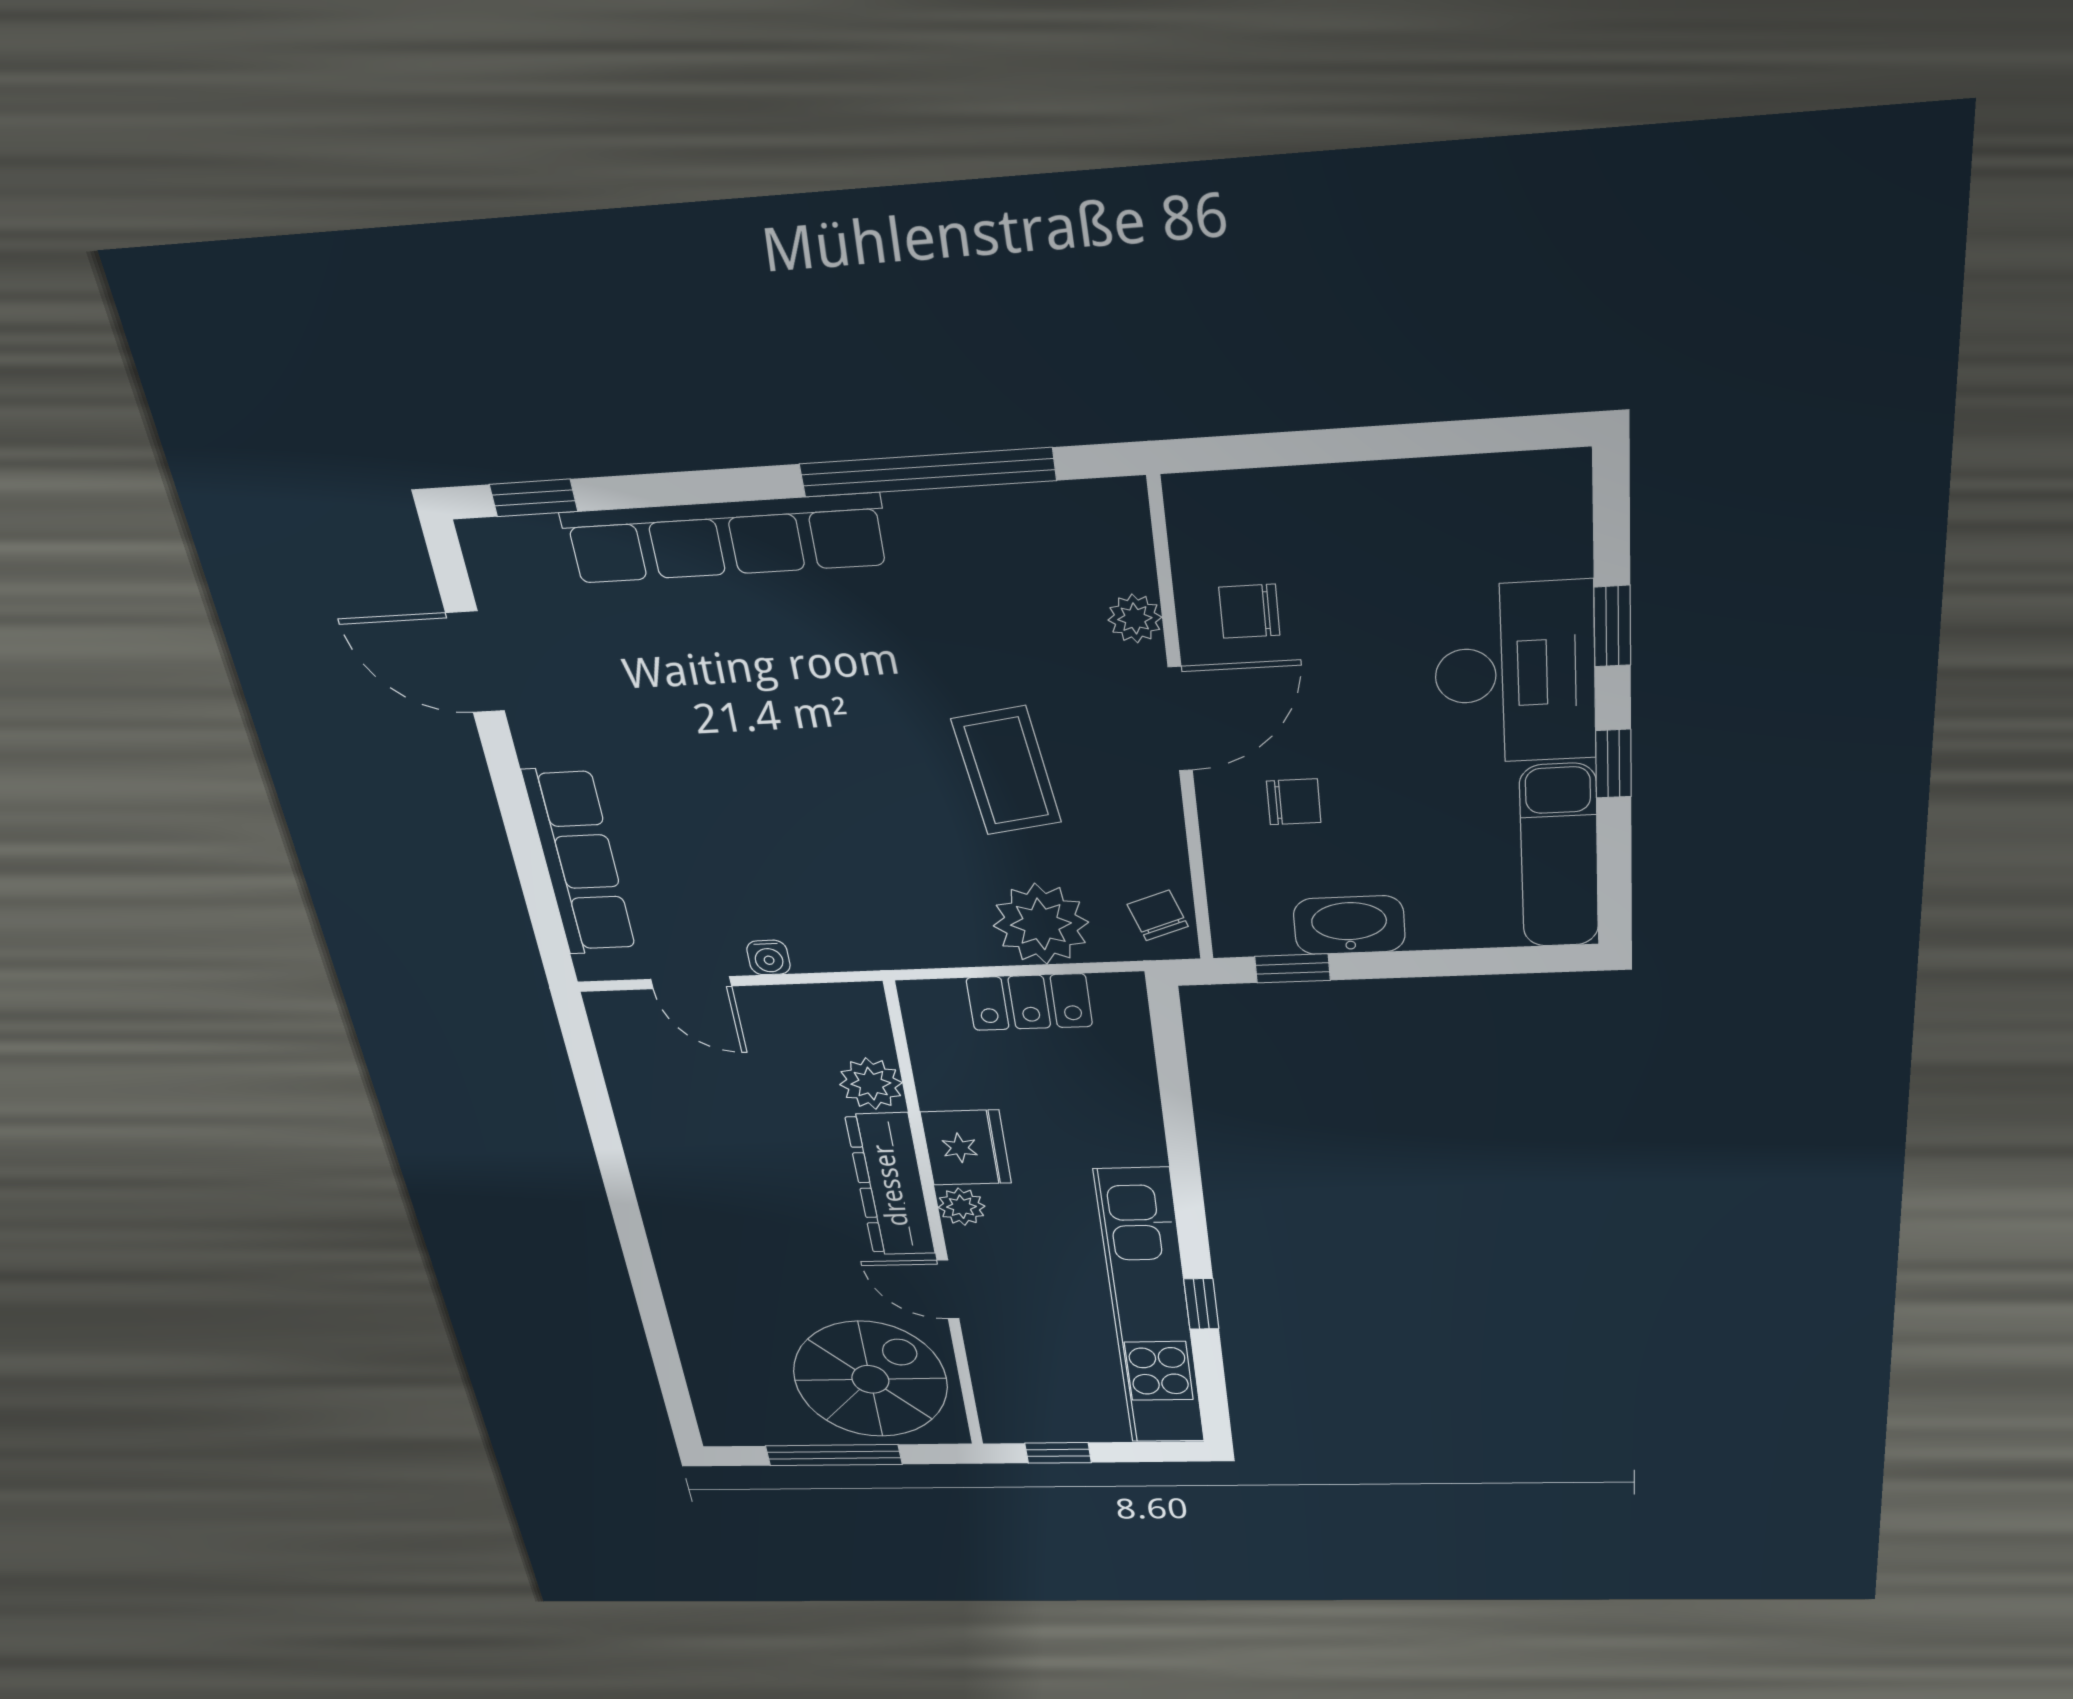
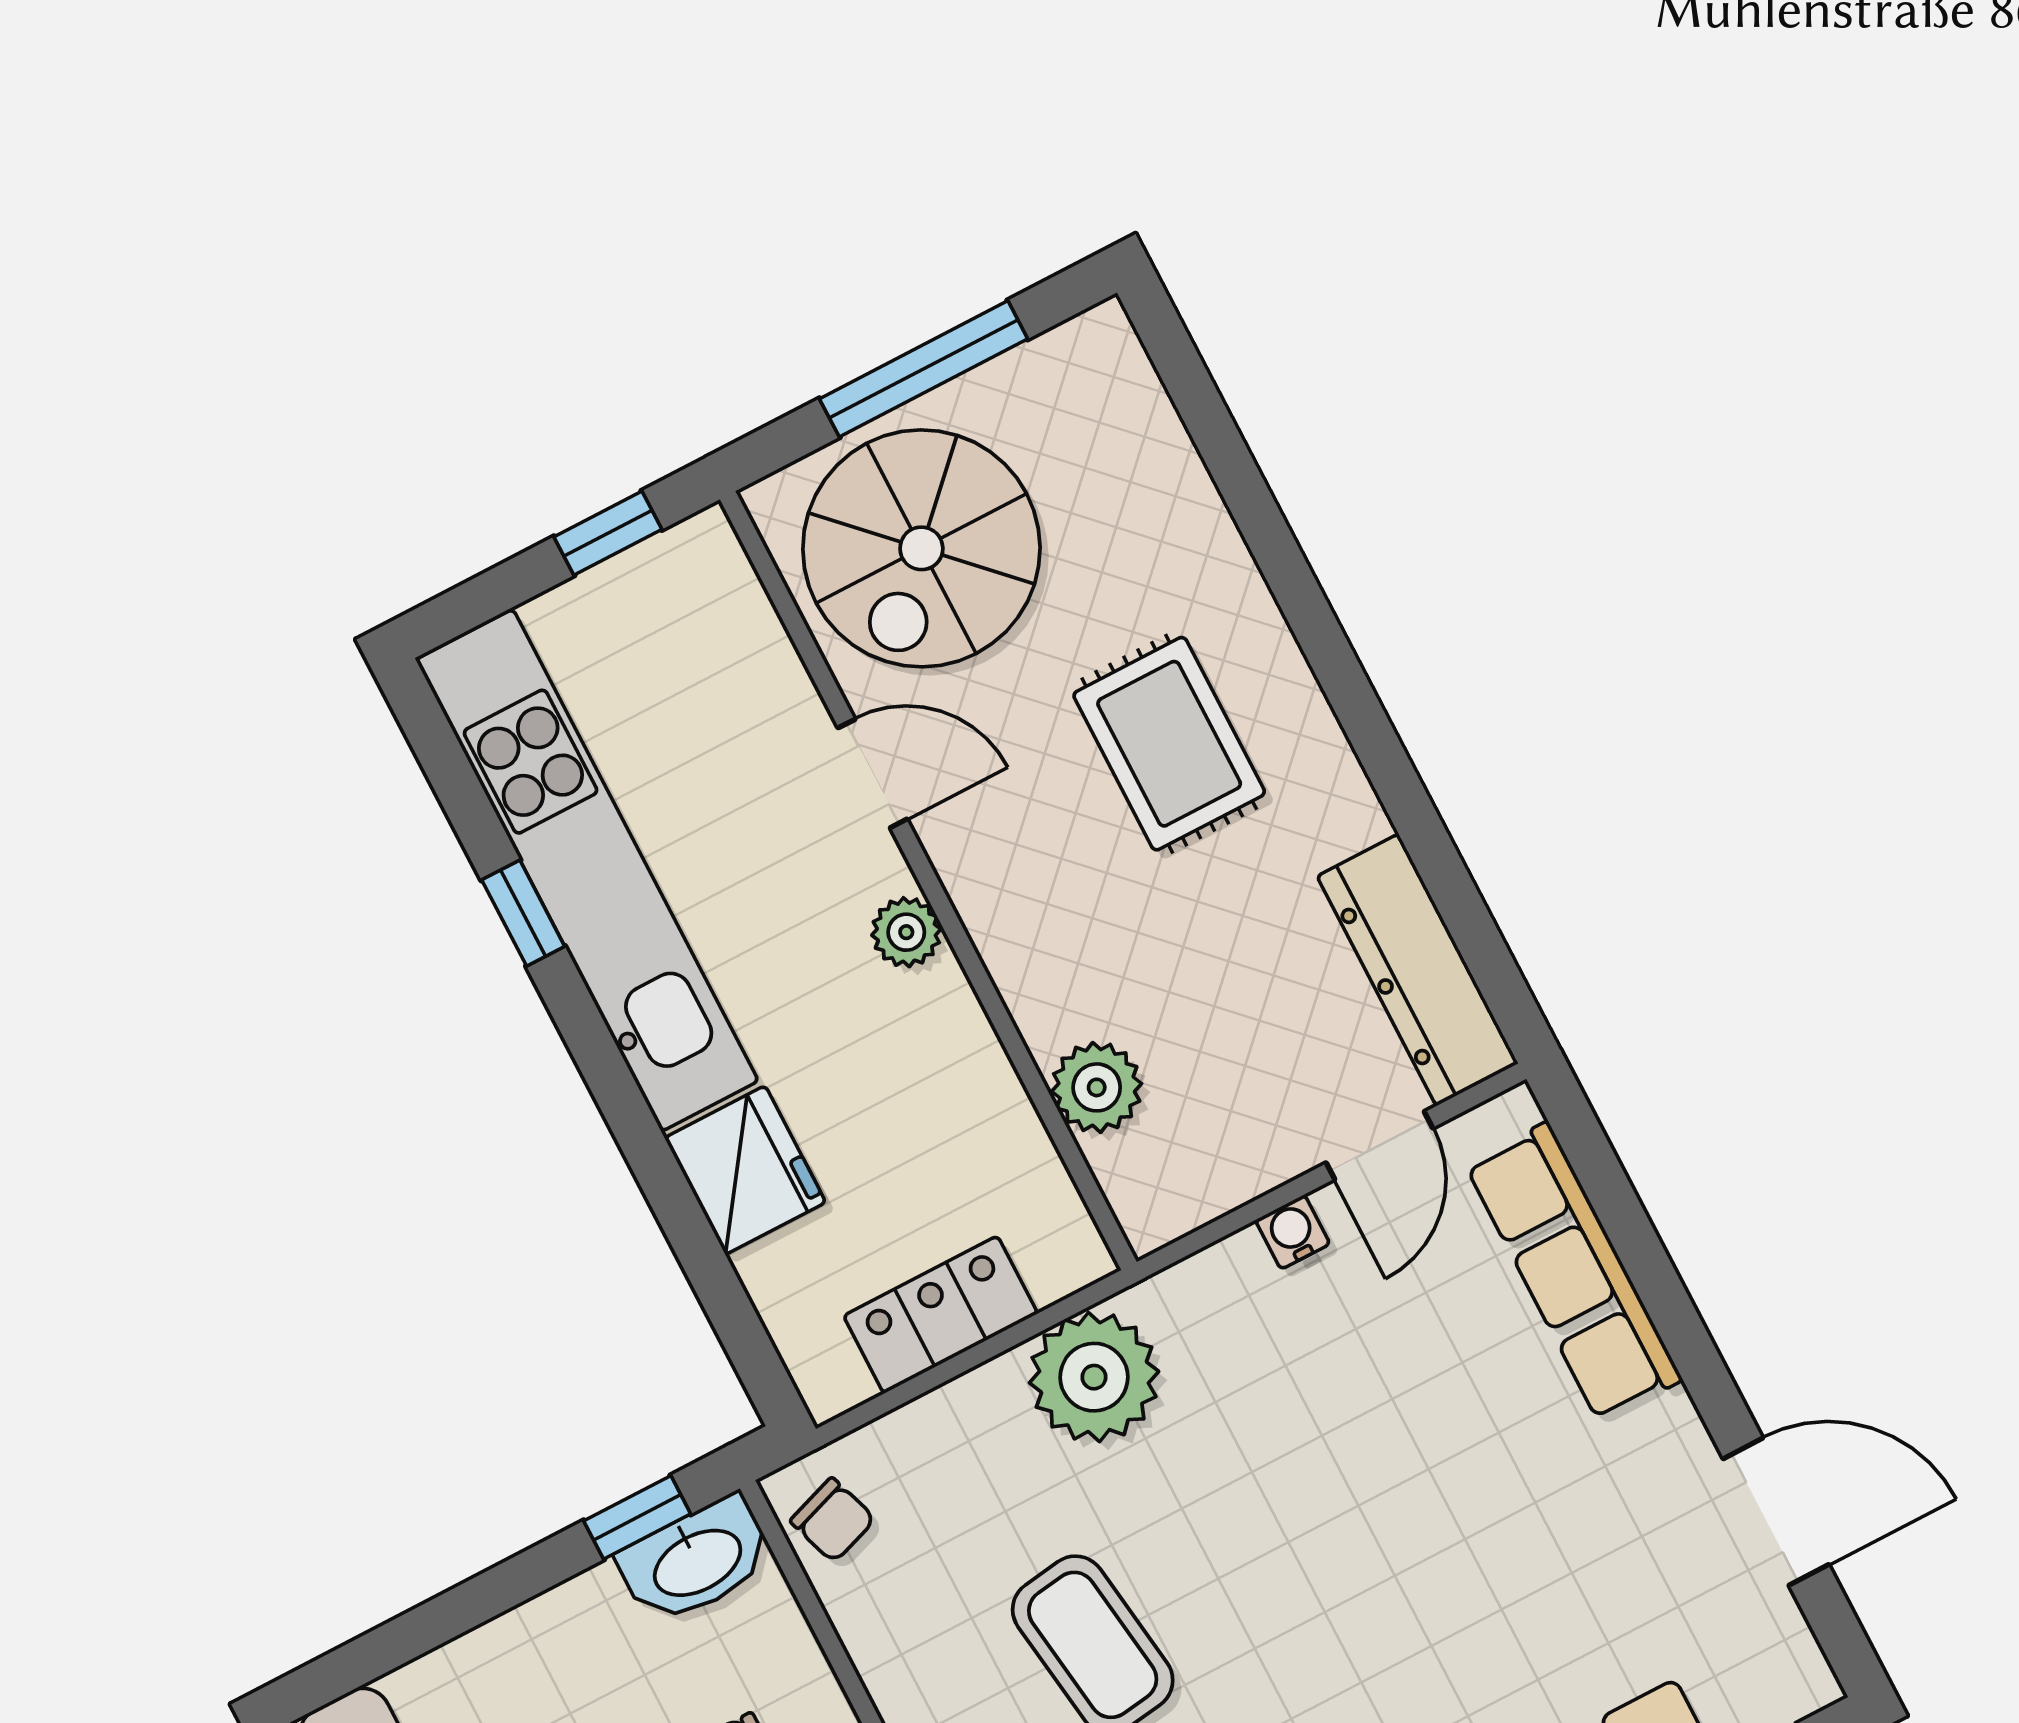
plant: (1041, 924) -> (1094, 1377), moved
washbasin: (1349, 925) -> (696, 1561), moved
door: (691, 983) -> (1379, 1146), swing flipped
fridge: (966, 1148) -> (745, 1170), moved, turned 180
dresser: (890, 1185) -> (1418, 970), moved, turned 180
rug: (753, 1236) -> (1169, 744), added

